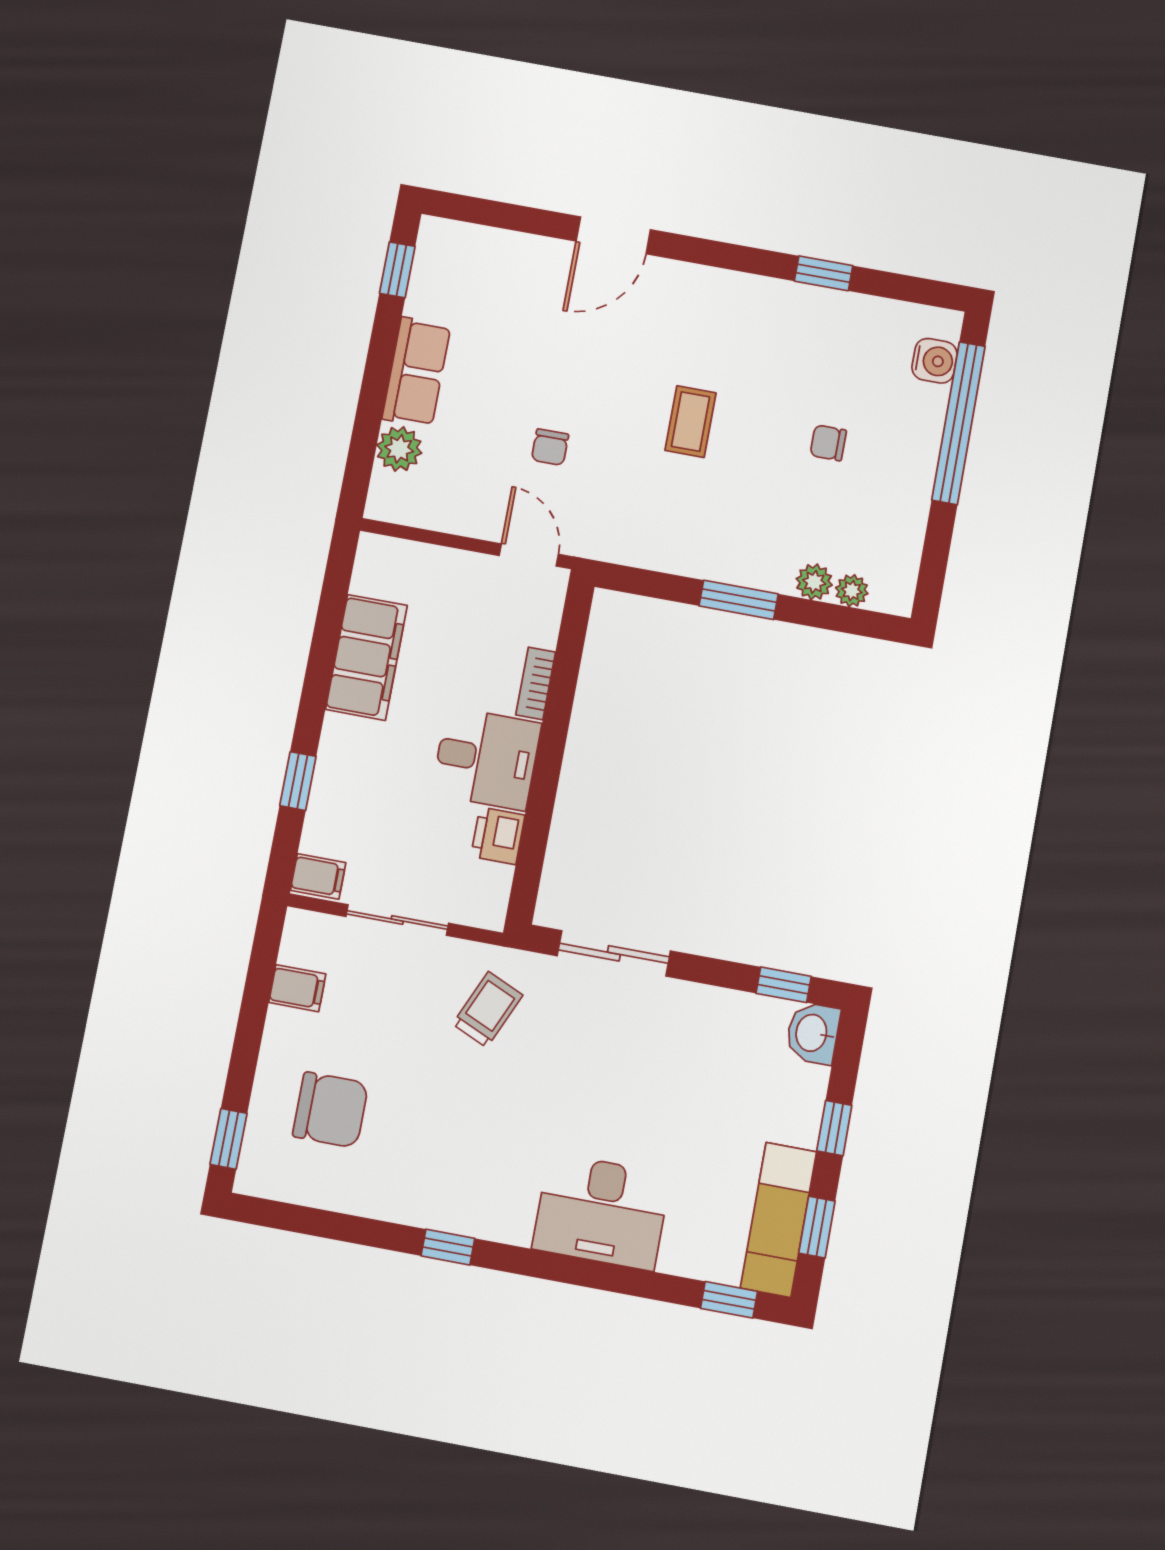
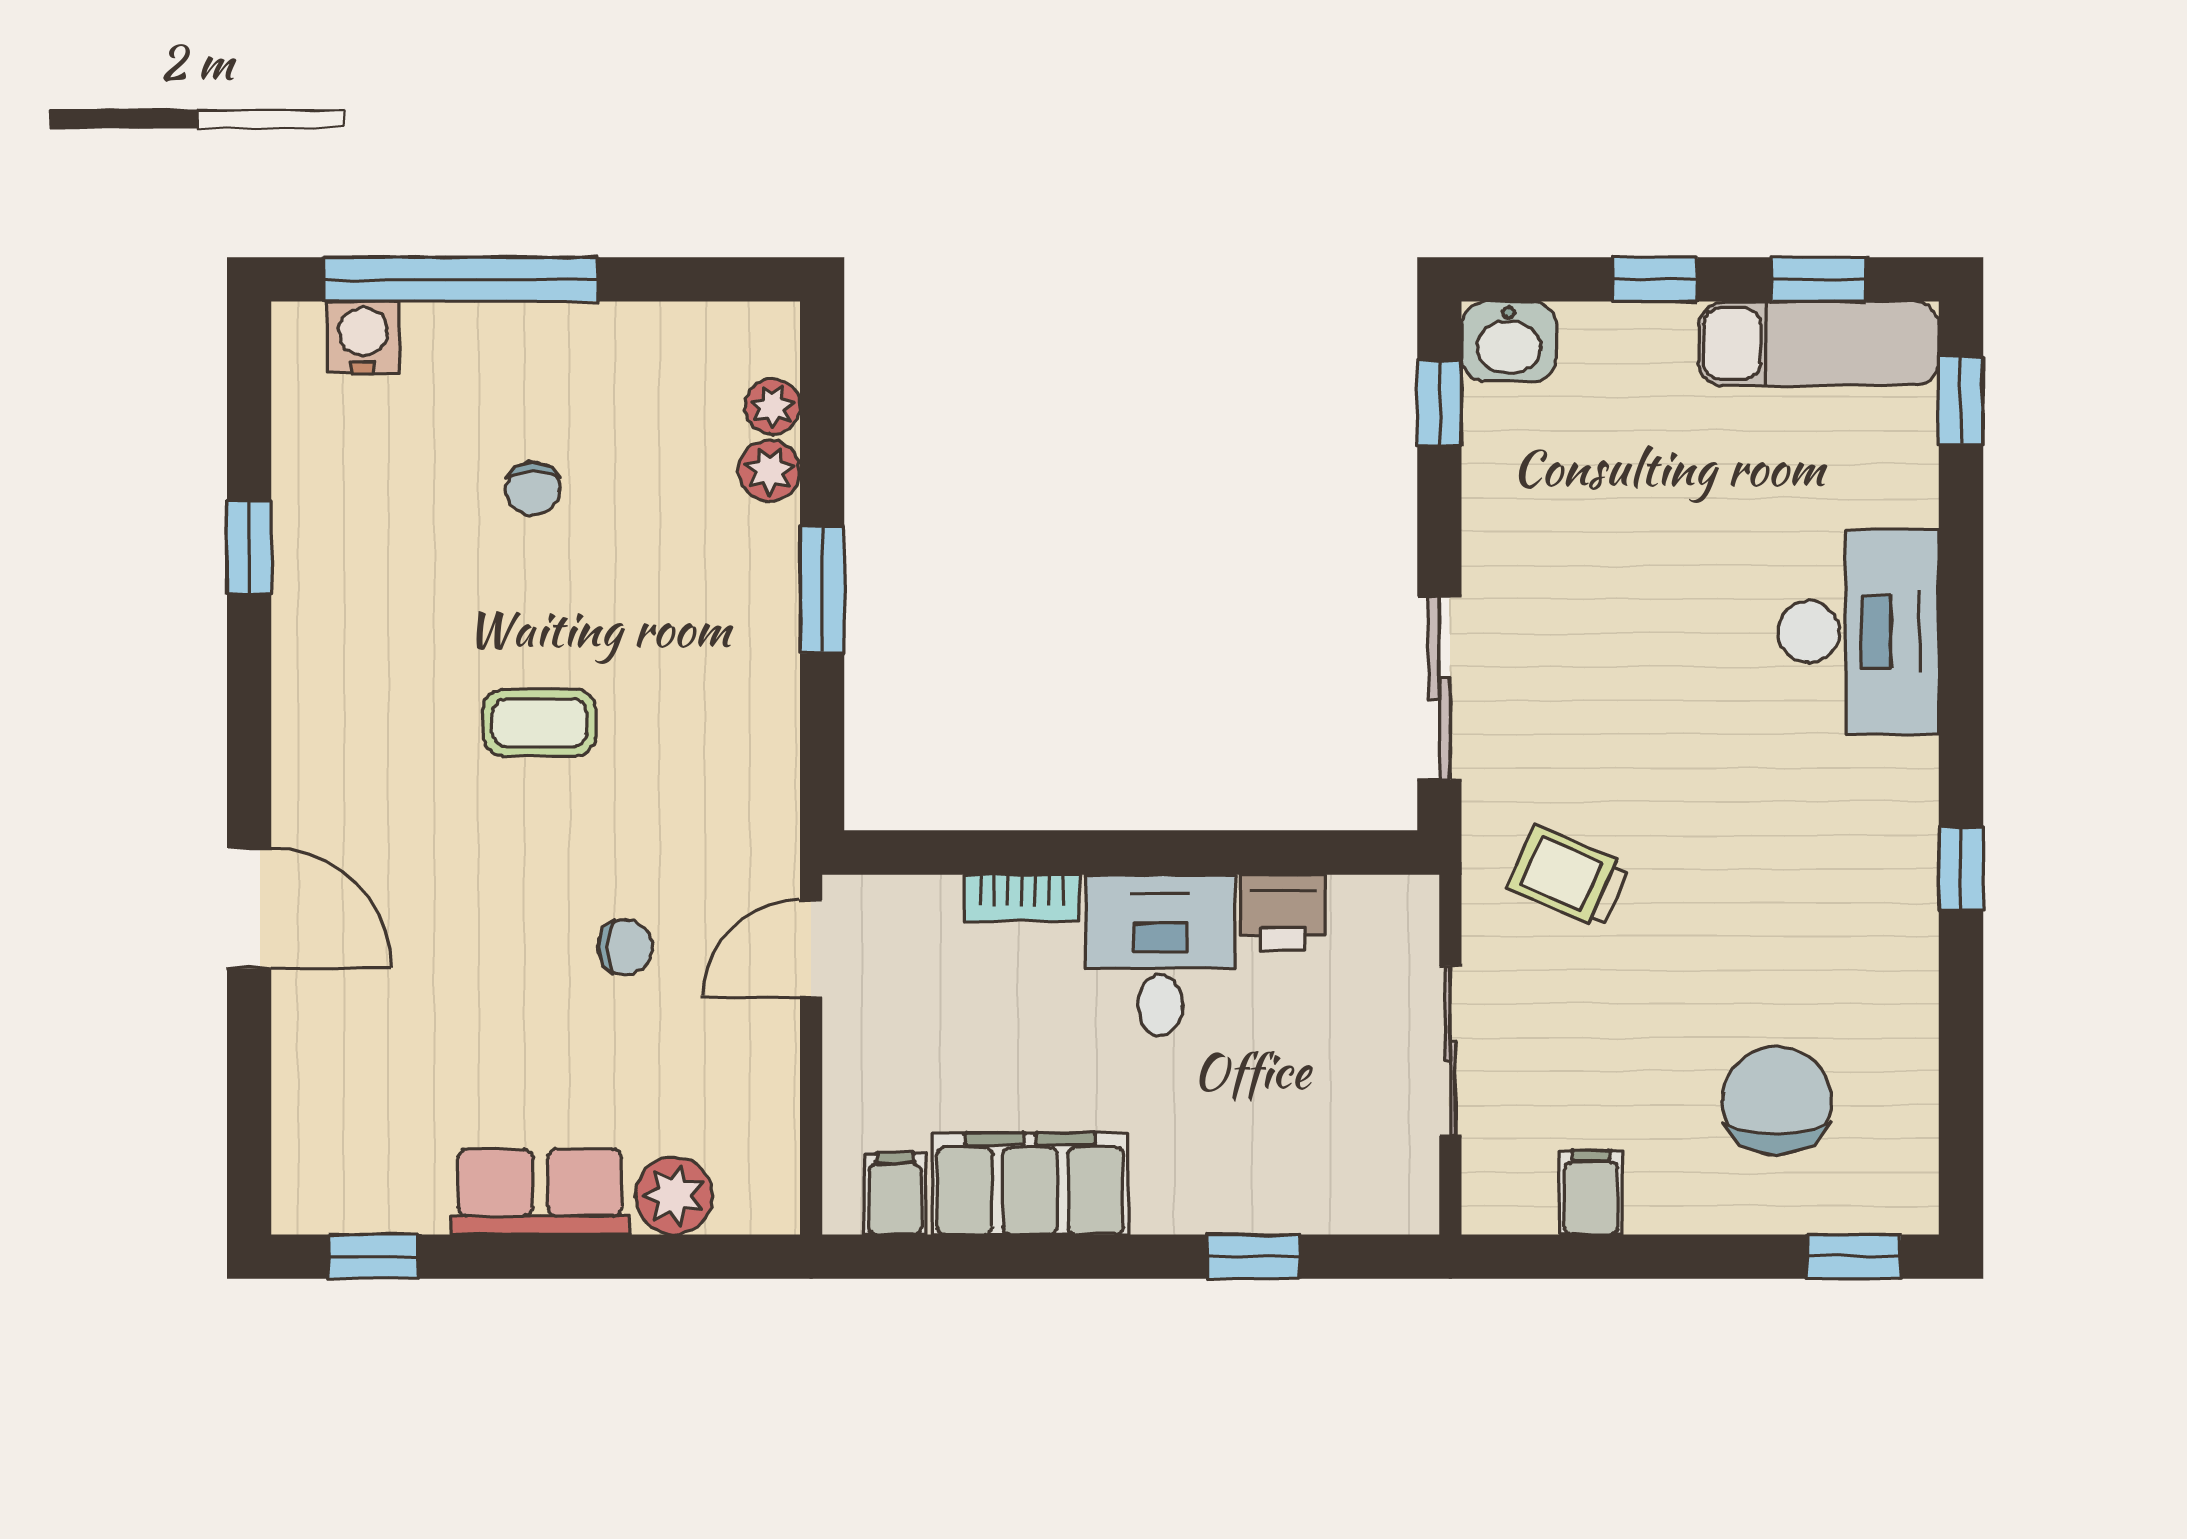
filing cabinet: (318, 876) -> (895, 1193), moved

